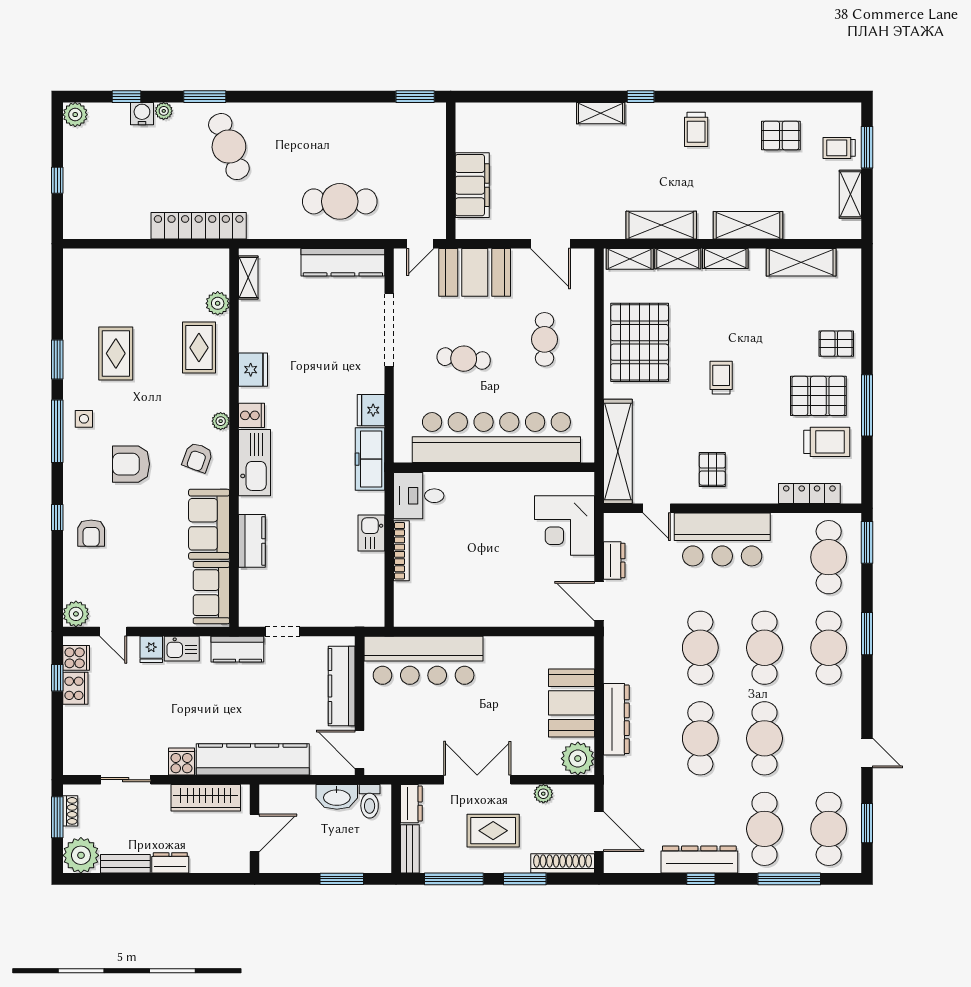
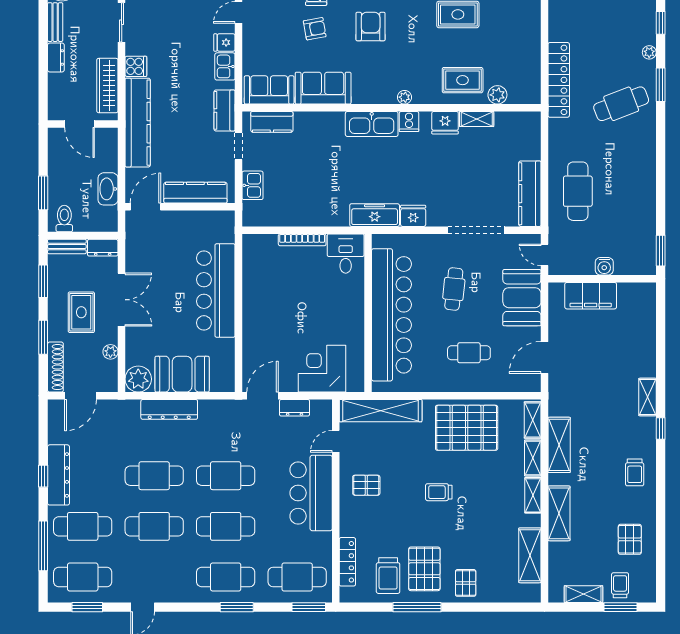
water cooler: (142, 114) -> (604, 266), moved, turned 90
trolley: (696, 129) -> (635, 472), turned -90
shelving: (248, 277) -> (477, 119), moved
trolley: (721, 378) -> (439, 492), turned 180
armchair: (198, 458) -> (315, 29), moved, turned 150
kitchen sink: (371, 533) -> (253, 185), moved, turned 90
kitchen counter: (252, 541) -> (272, 122), moved
bar counter: (424, 660) -> (216, 291), moved
toilet: (370, 801) -> (64, 219), moved, turned 90
window: (454, 879) -> (43, 281), width x0.69

